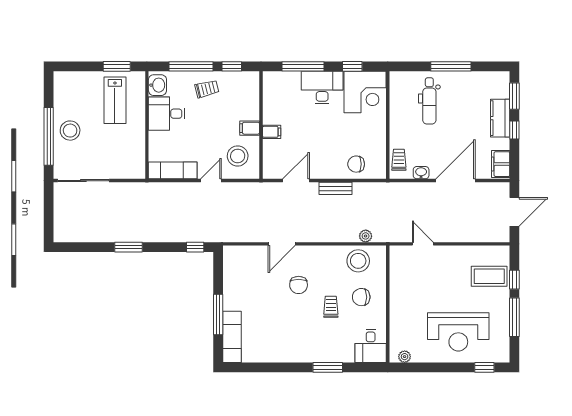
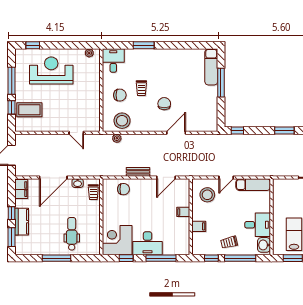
filing cabinet: (250, 128) -> (199, 226), moved

